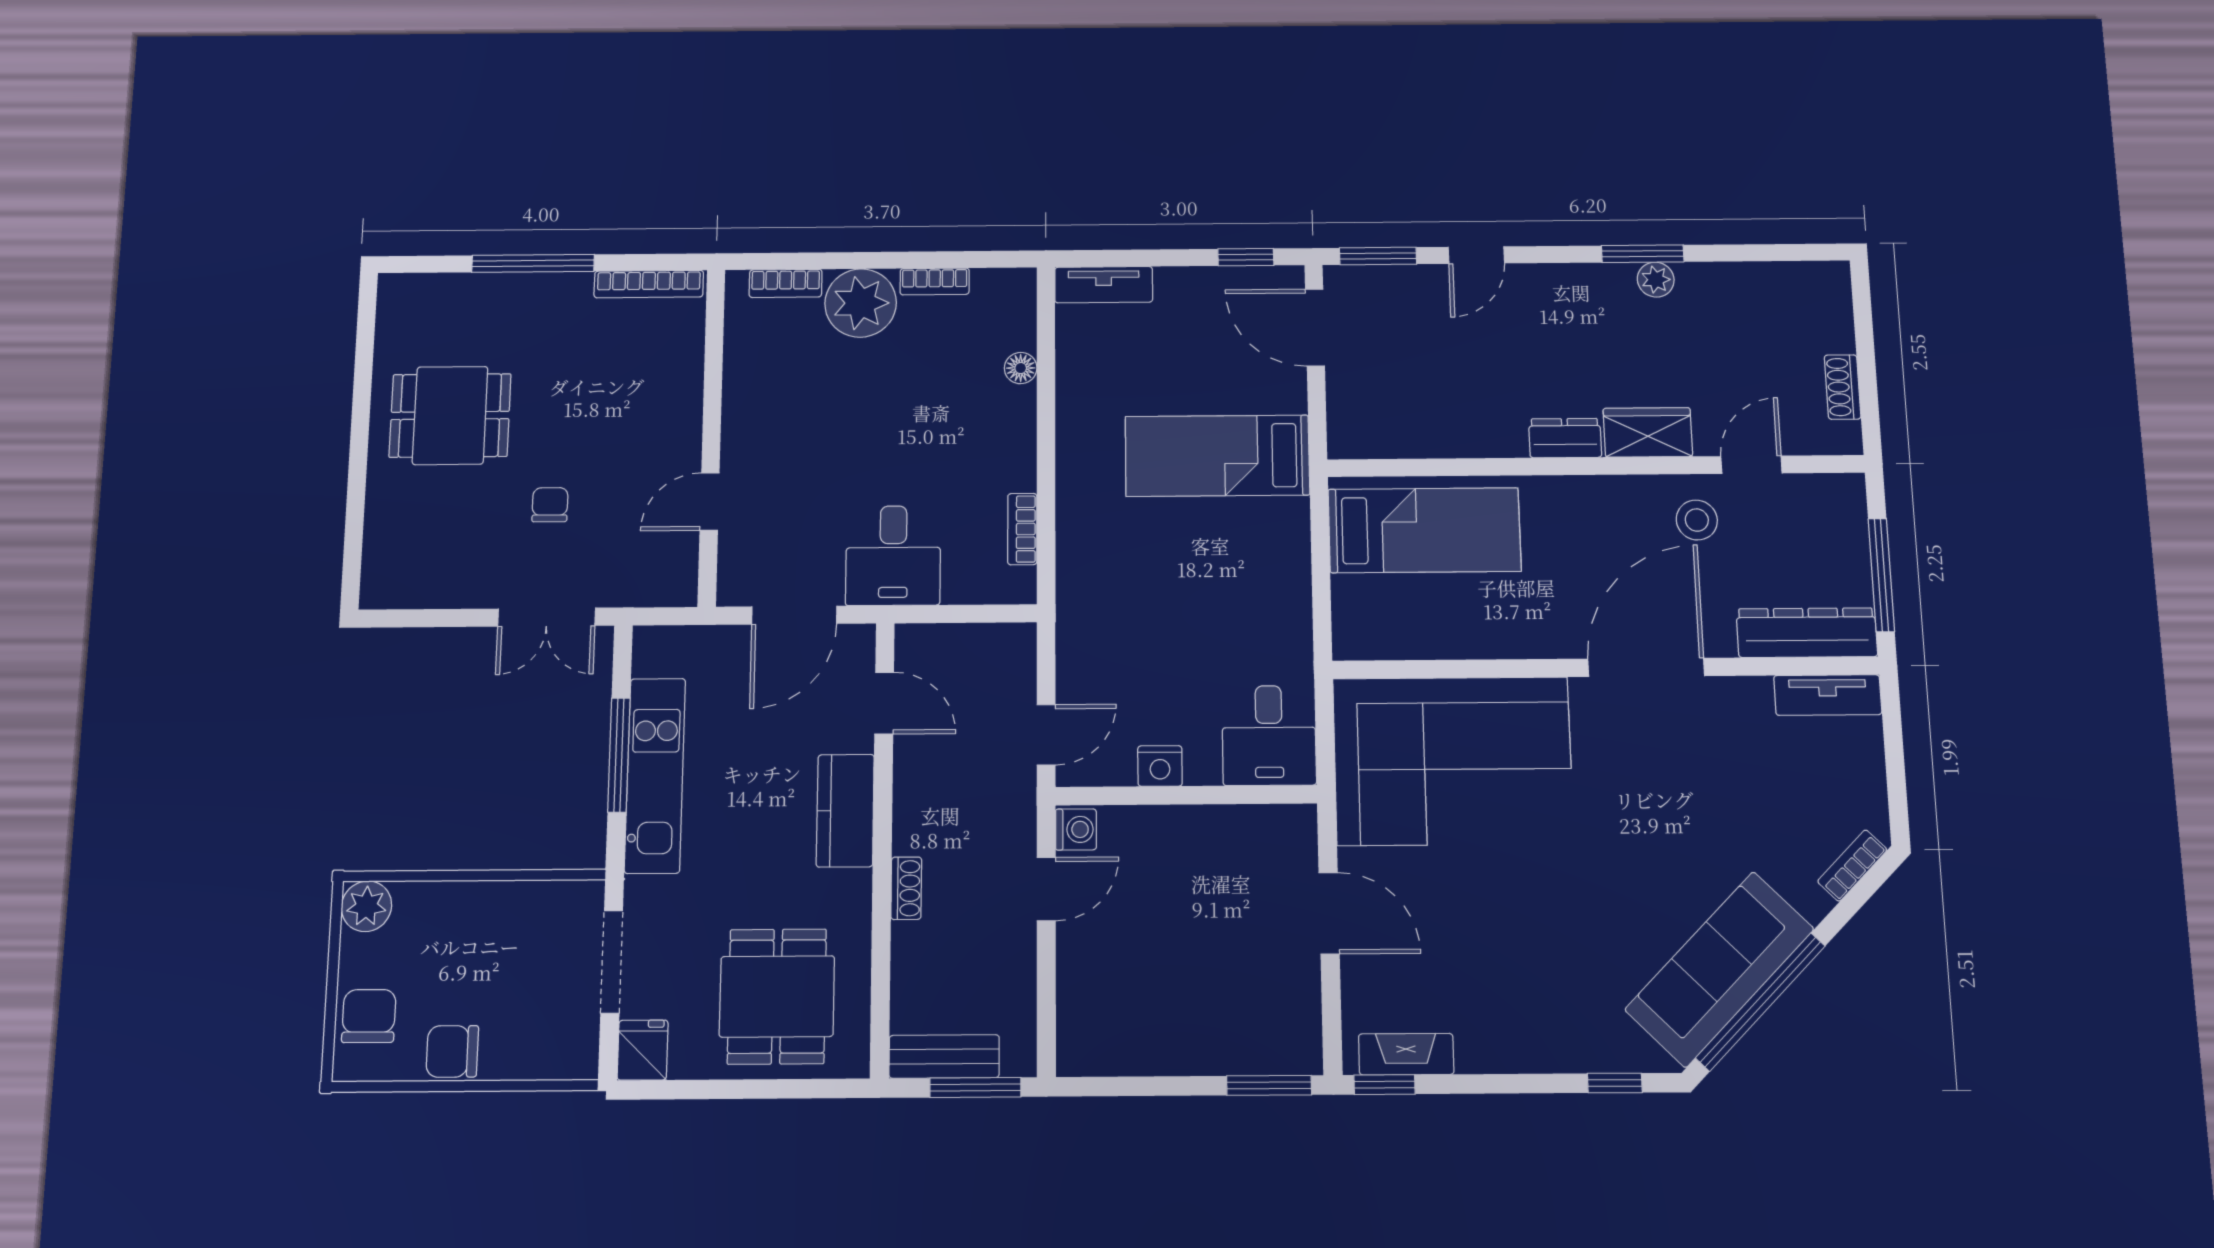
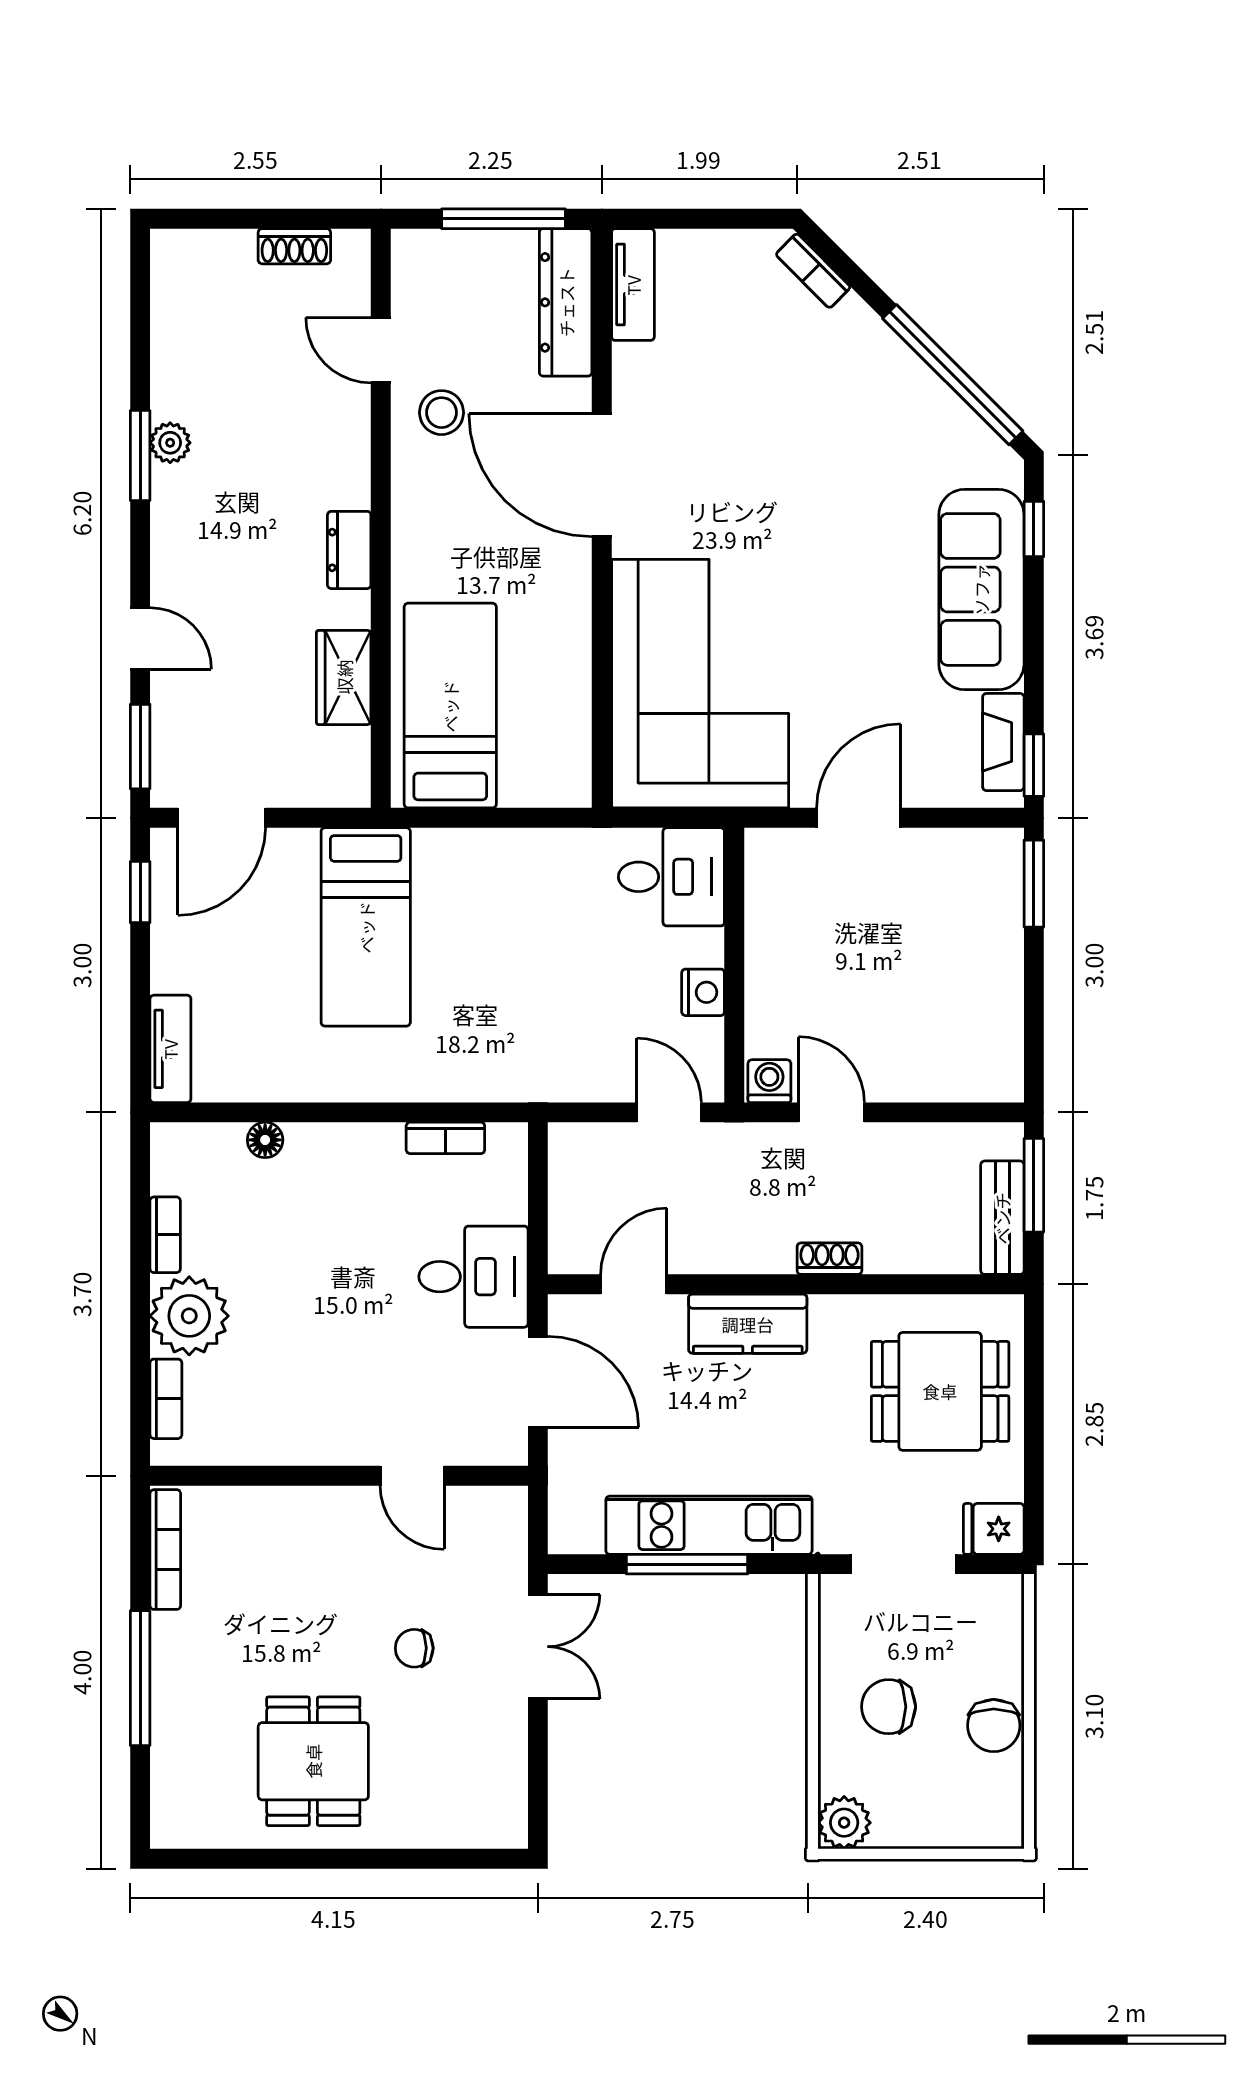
wardrobe: (1648, 432) -> (344, 677), moved
sofa: (1720, 969) -> (981, 589), moved, turned 45
chair: (369, 1016) -> (889, 1707), moved

